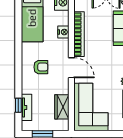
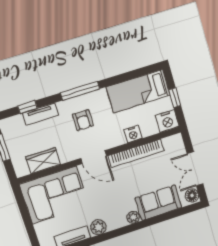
window: (18, 62) -> (80, 91), added
door: (71, 68) -> (94, 157), hinge flipped
tv unit: (27, 107) -> (40, 114), moved

